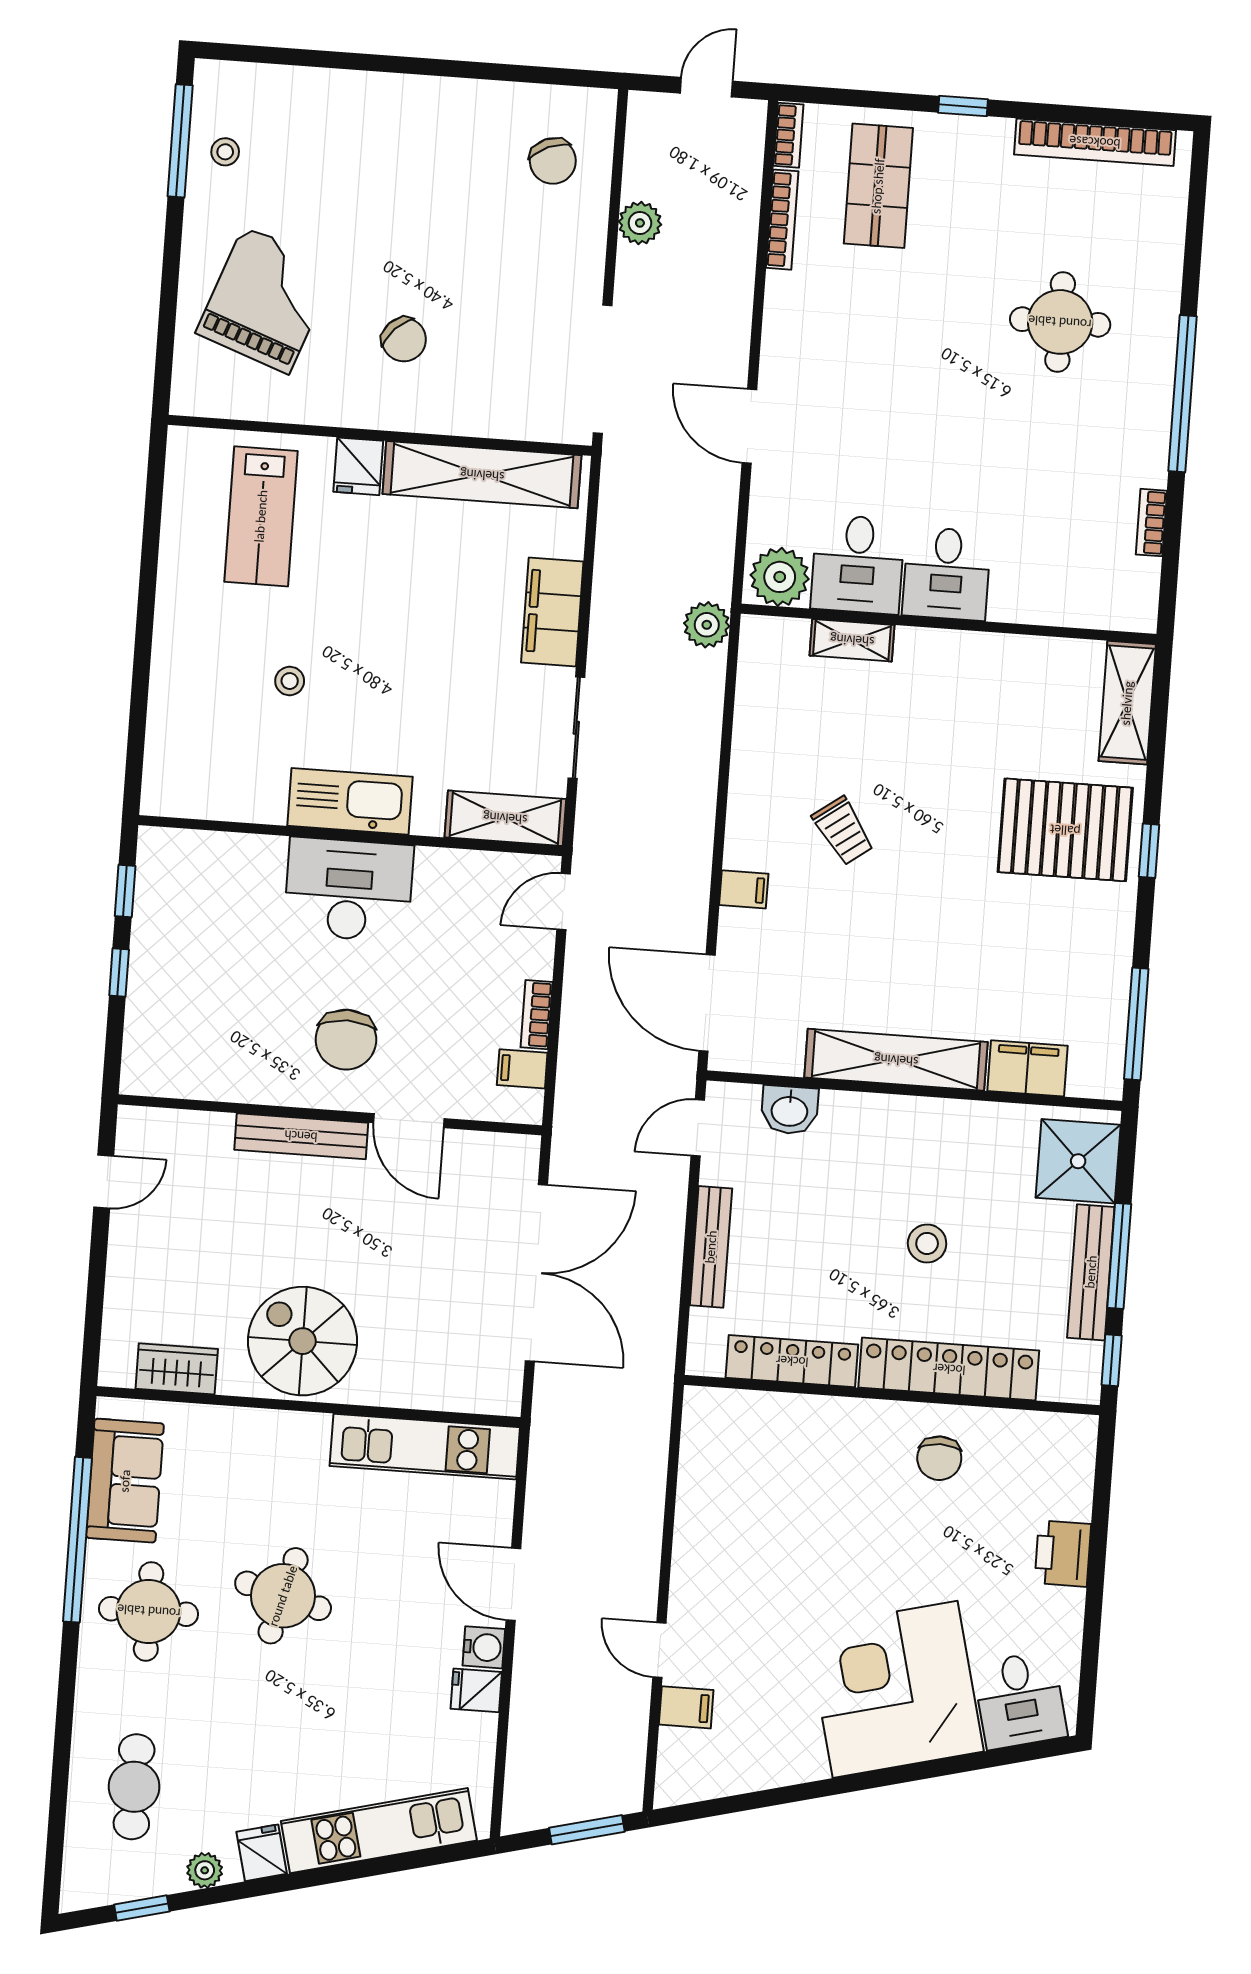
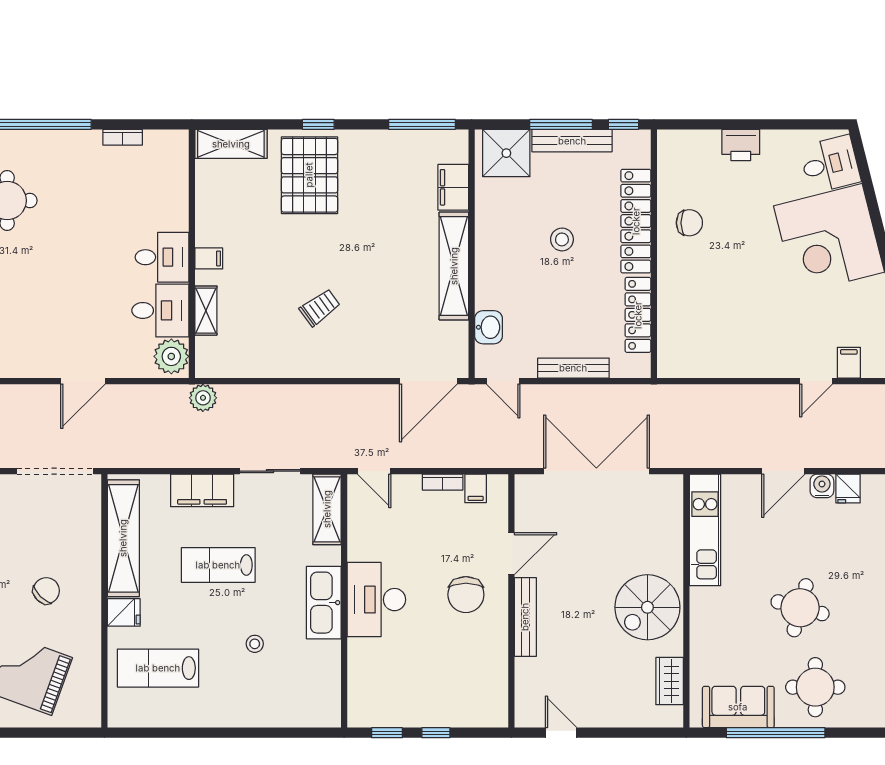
lab bench: (261, 516) -> (158, 668), turned 180
lab bench: (426, 630) -> (218, 565), added
filing cabinet: (744, 889) -> (209, 258), moved, turned 90
chair: (346, 1040) -> (466, 595), turned 90

